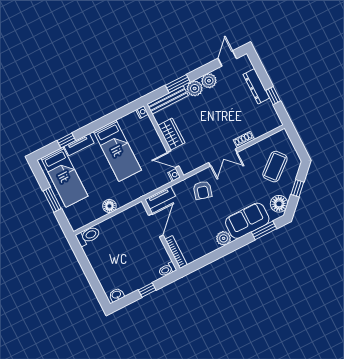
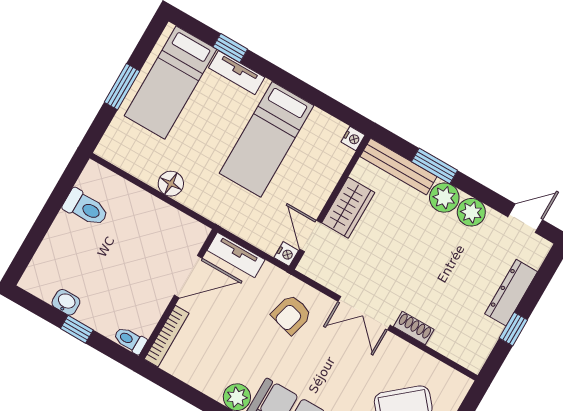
toilet: (88, 236) -> (86, 208), moved
washbasin: (116, 295) -> (66, 302), moved

